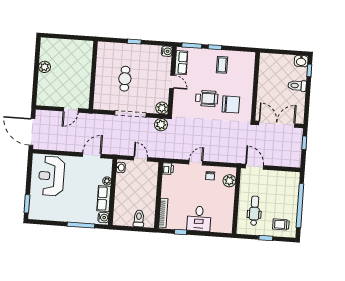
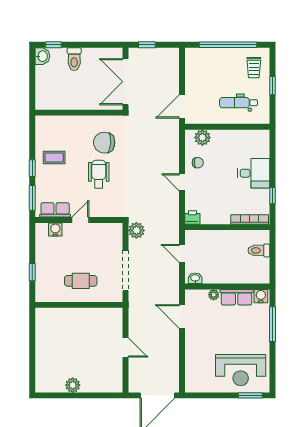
water cooler: (167, 51) -> (55, 230), moved
wall: (93, 75) -> (79, 305), moved
chair: (231, 104) -> (104, 143), turned -86
plant: (162, 108) -> (115, 231), removed
door: (141, 159) -> (182, 253), hinge flipped
reception desk: (51, 176) -> (241, 370), moved

